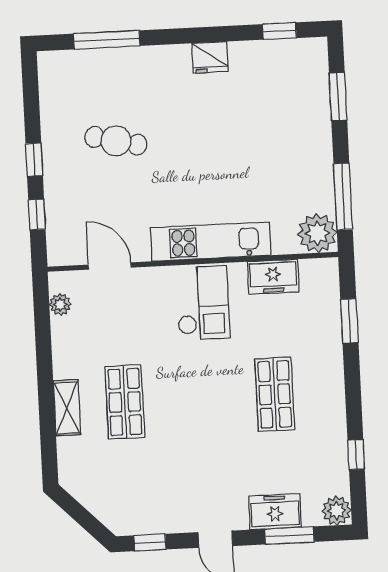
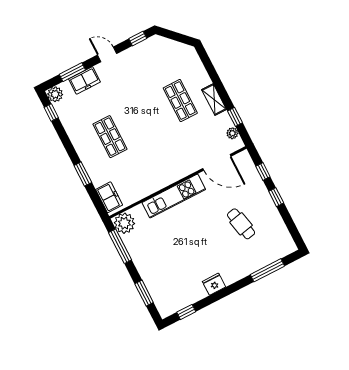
cafe table: (116, 141) -> (241, 224), turned 65
door: (110, 266) -> (217, 162), width x1.36
freezer: (273, 277) -> (109, 197), moved, turned 90
checkout: (203, 303) -> (164, 165), removed
window: (349, 321) -> (83, 174), moved
window: (43, 331) -> (235, 117), added
shelving: (67, 408) -> (214, 100), moved
window: (356, 454) -> (51, 113), moved

